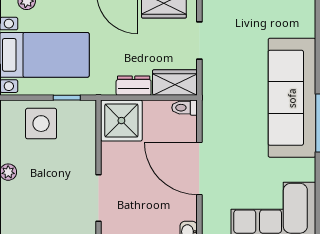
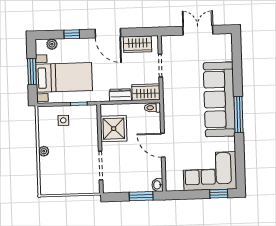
shower: (121, 121) -> (114, 129), moved
side table: (41, 124) -> (63, 120), width x0.54, depth x0.54
door: (199, 168) -> (163, 145), width x0.73

